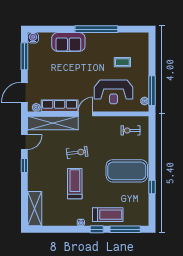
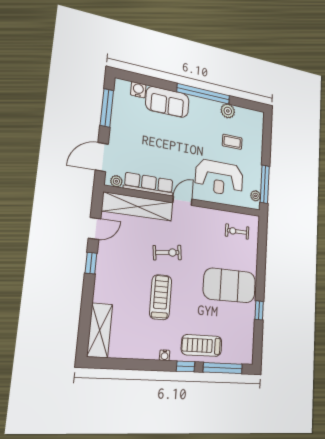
water cooler: (33, 38) -> (138, 90), moved
plant: (117, 38) -> (228, 111), added
treadmill: (108, 215) -> (202, 345), turned 180

